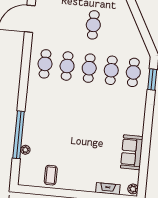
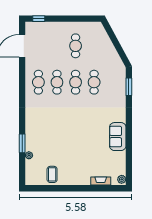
cafe table: (133, 72) -> (113, 82), removed
window: (19, 135) -> (22, 143), width x0.47
sofa: (132, 152) -> (118, 137), moved

